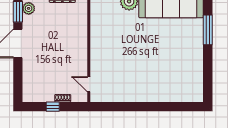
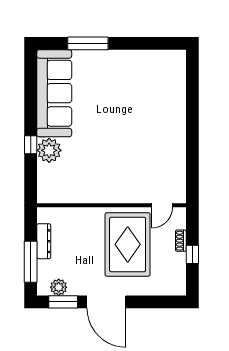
rug: (60, 59) -> (128, 244), added

